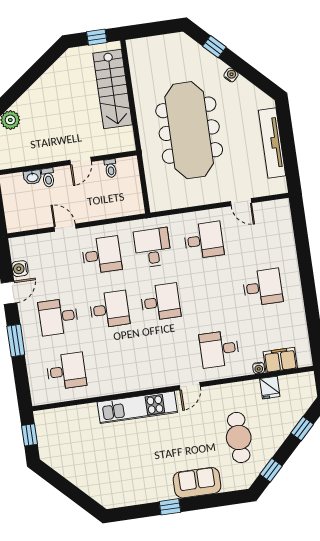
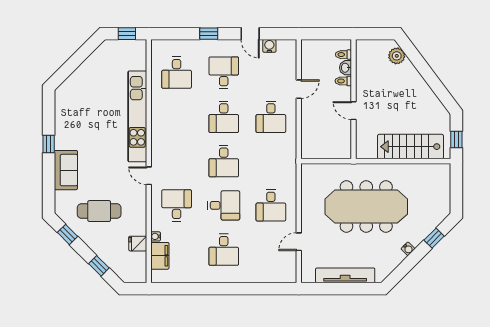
toilet: (111, 168) -> (343, 55), moved
desk: (153, 248) -> (224, 205), moved
window: (16, 340) -> (209, 34), width x0.67
kitchen unit: (137, 407) -> (137, 116), width x1.36

